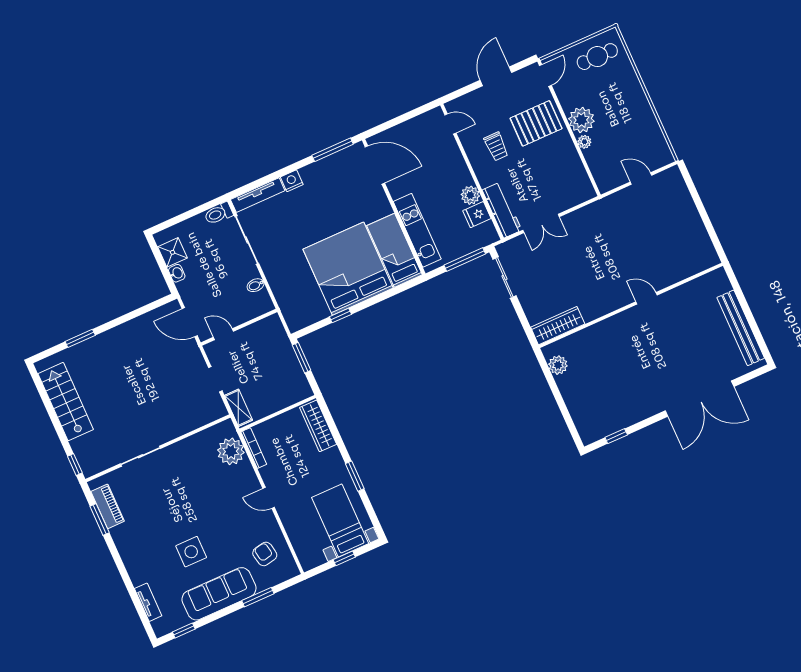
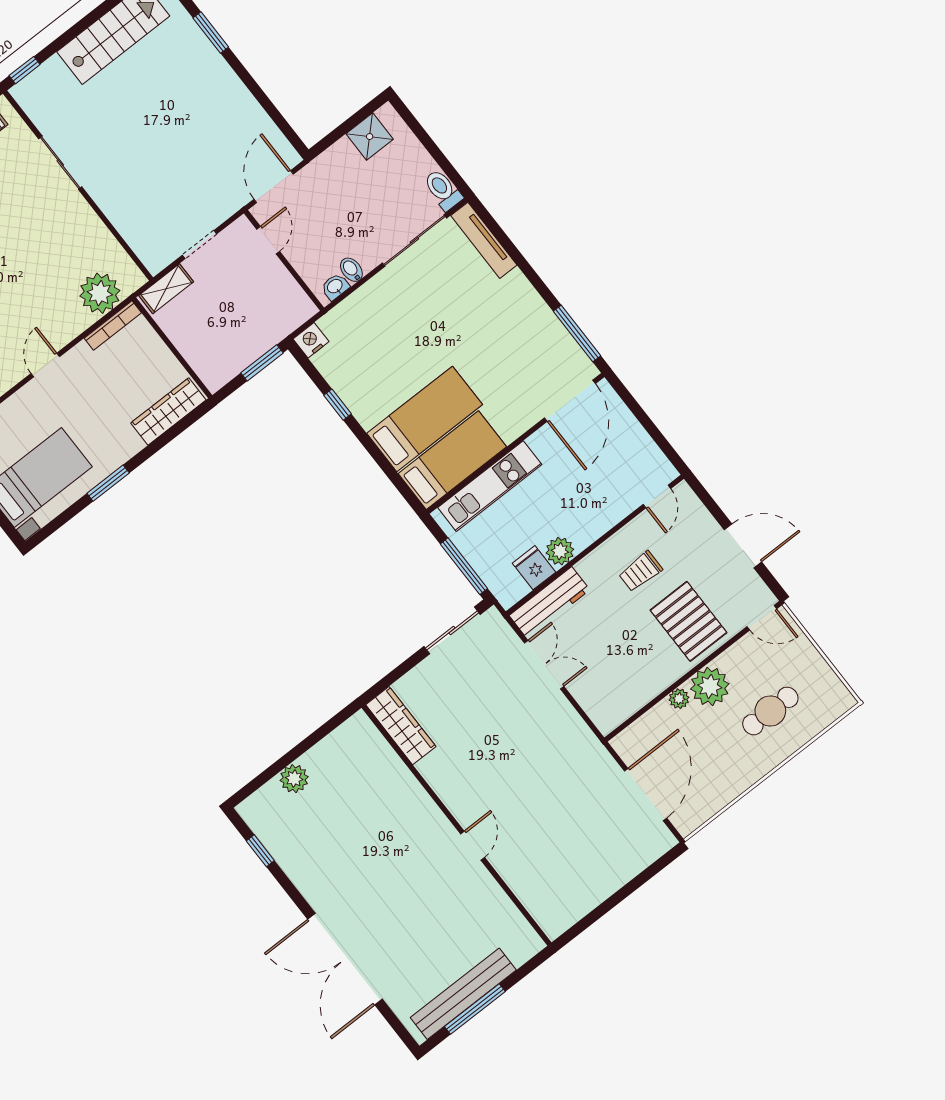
cafe table: (597, 57) -> (770, 711), moved, turned 90
door: (641, 179) -> (646, 795), width x1.88
nightstand: (292, 181) -> (311, 340), moved, turned -90
double door: (541, 223) -> (544, 665), swing flipped
bed: (348, 269) -> (425, 419), width x0.49
washbasin: (177, 273) -> (335, 287), moved, turned 180
window: (752, 323) -> (475, 1009), added
plant: (558, 365) -> (294, 779), moved

